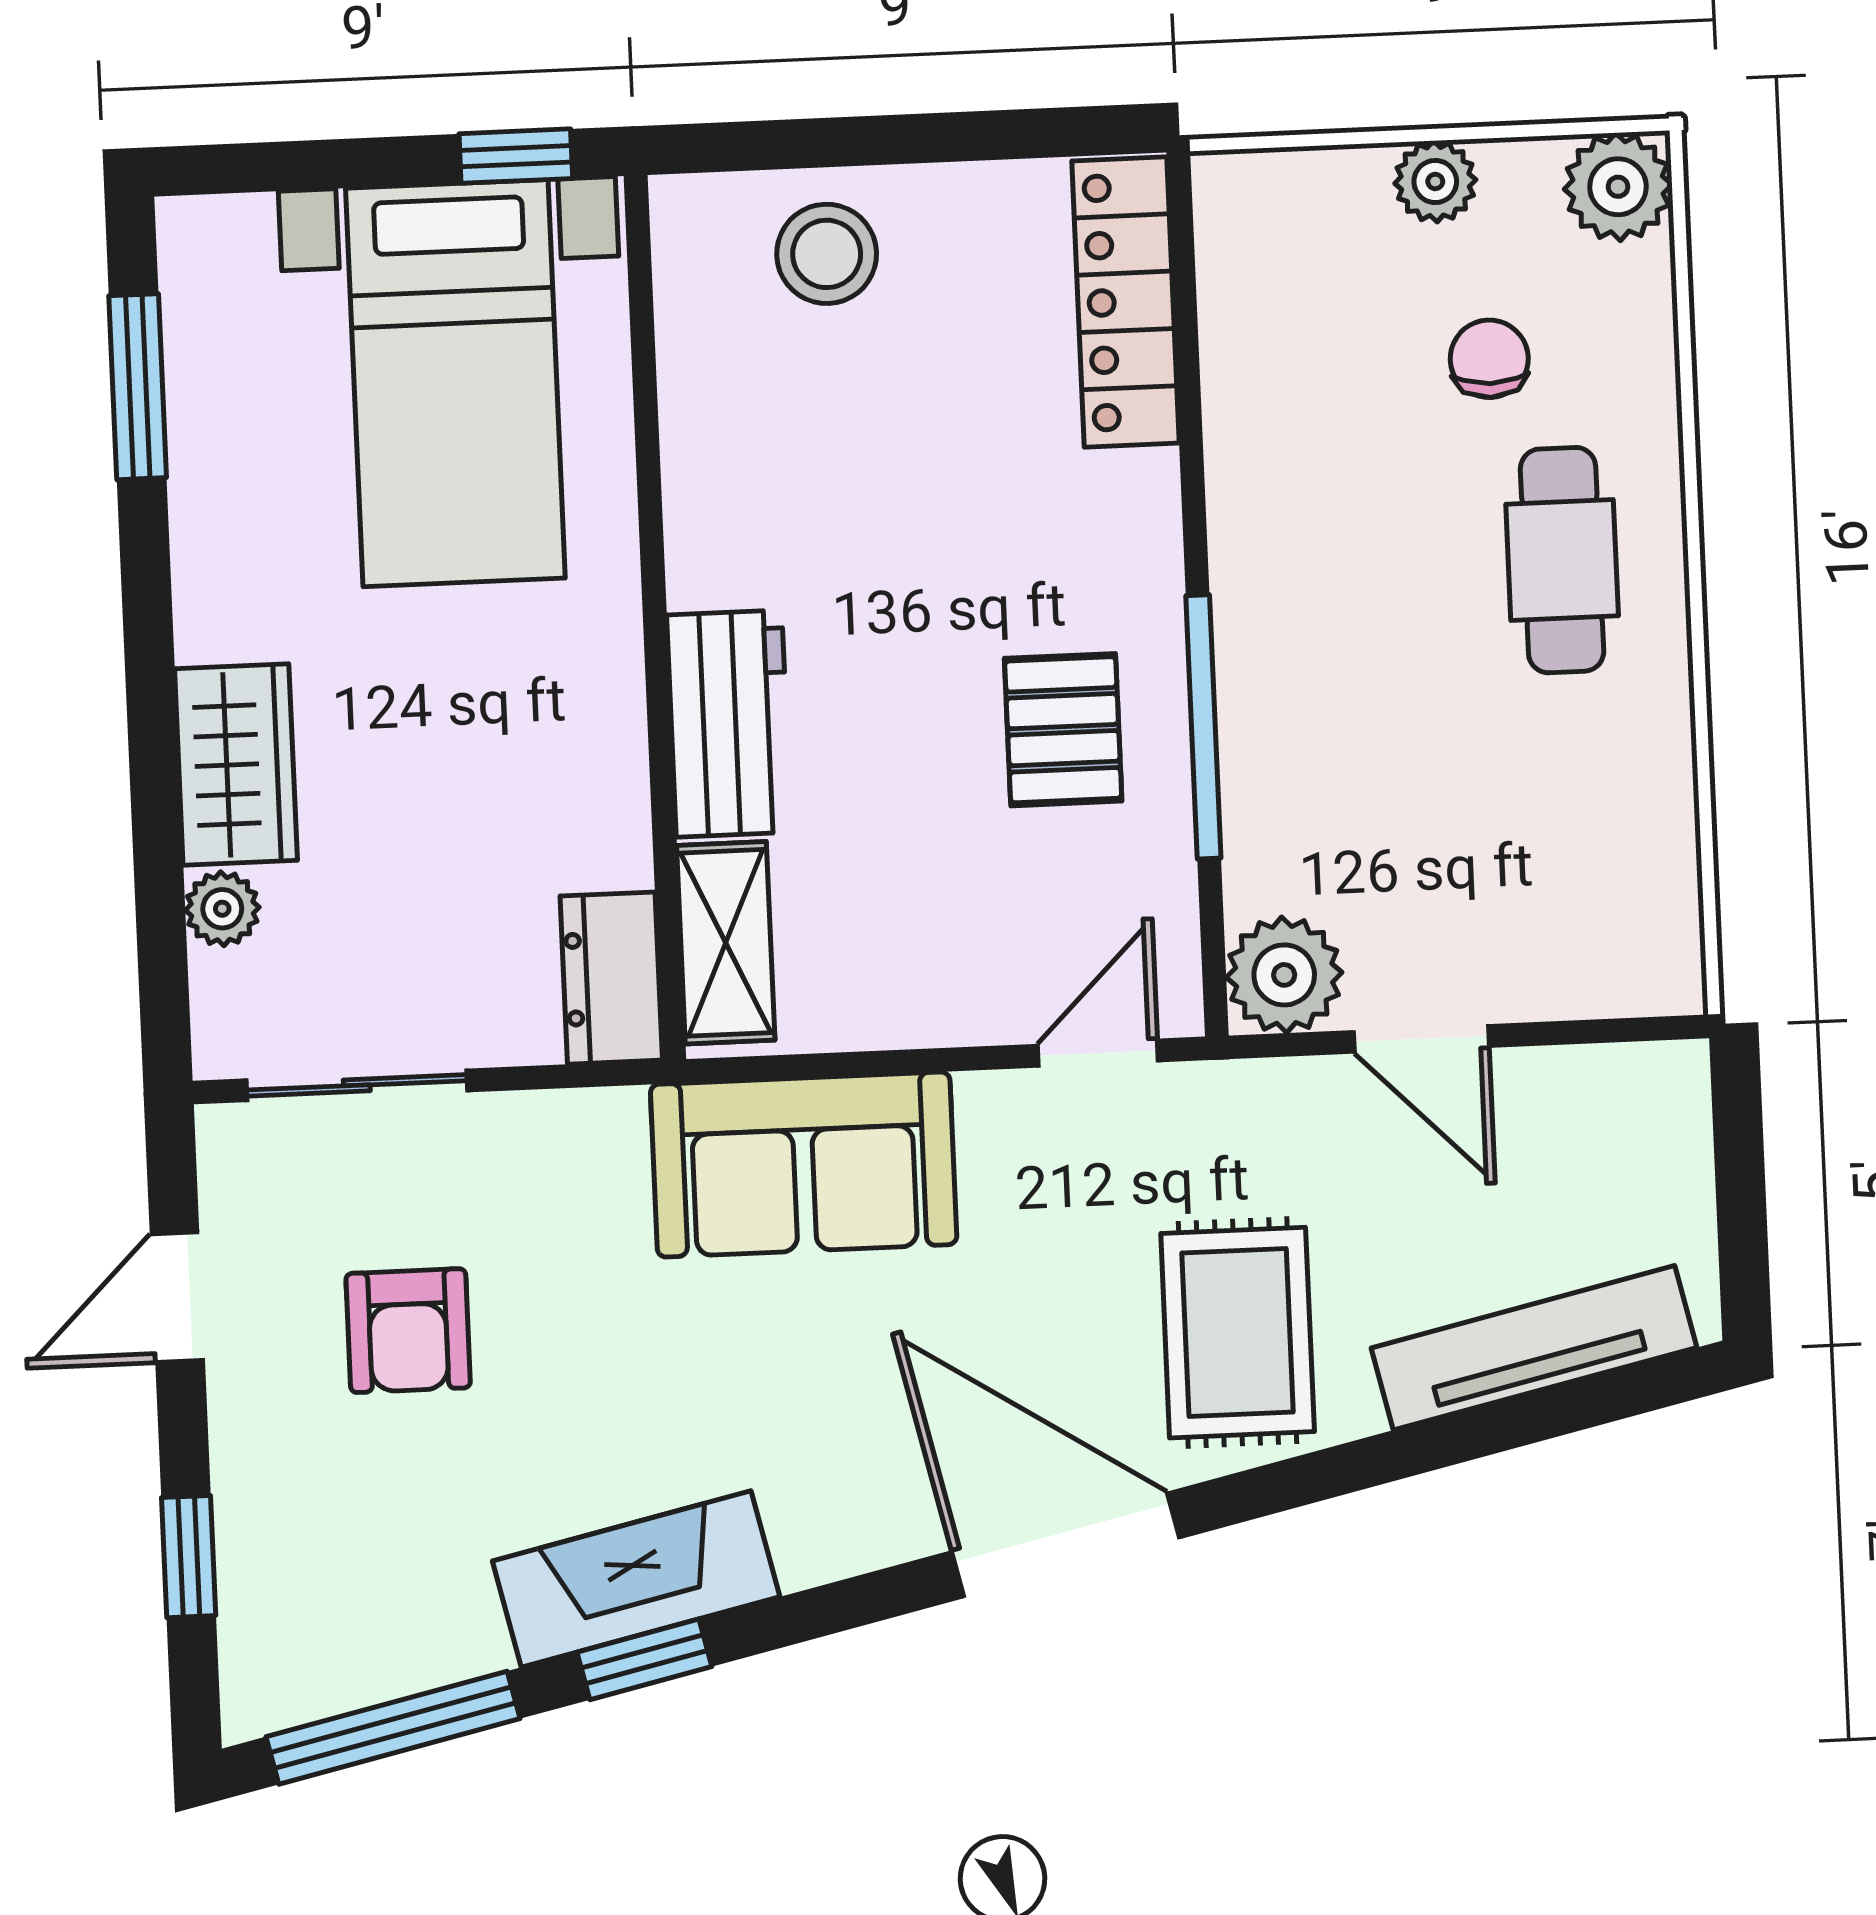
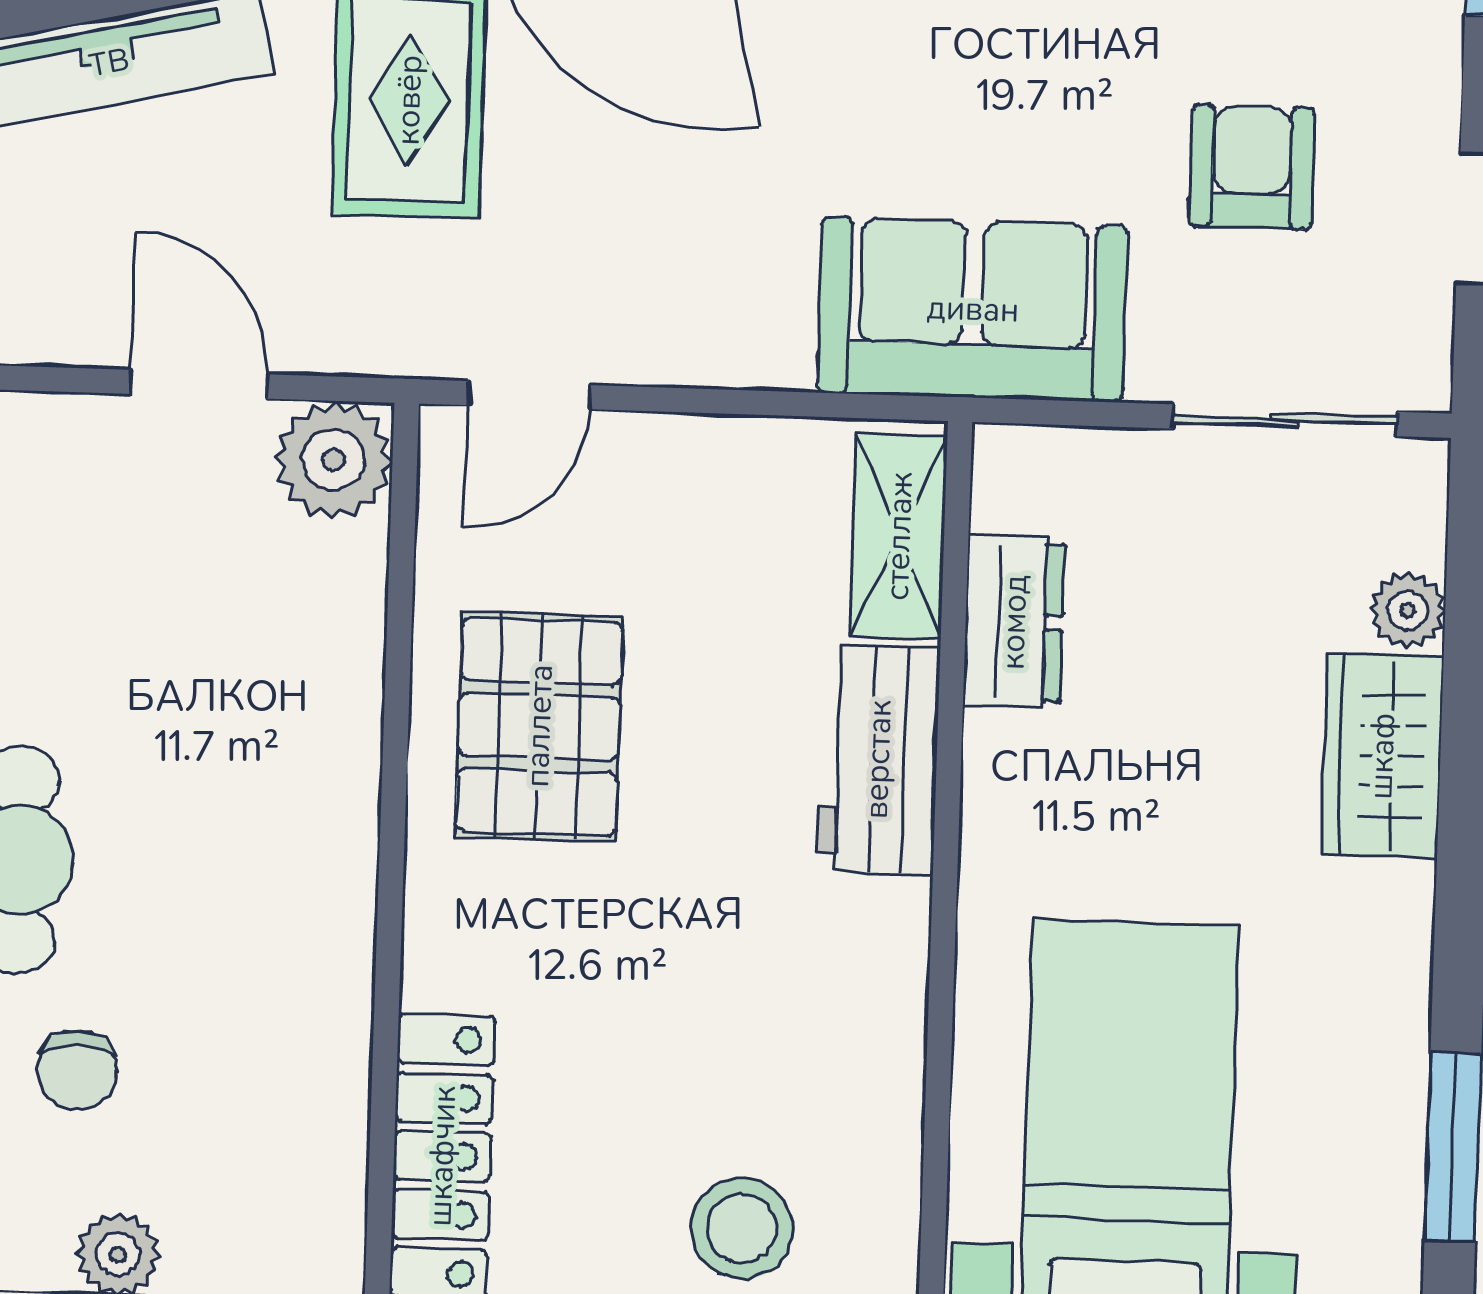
window: (1203, 727) -> (396, 718), removed
pallet: (1063, 730) -> (539, 726), width x1.50, depth x1.42
dresser: (611, 978) -> (1014, 622), moved
sofa: (804, 1164) -> (973, 309), moved

